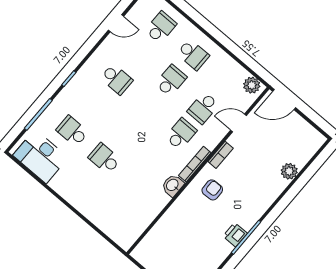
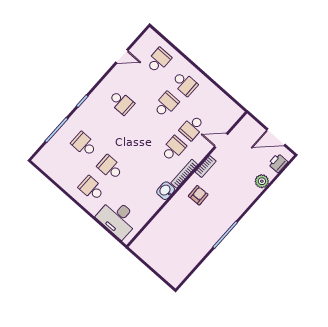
plant: (252, 85) -> (232, 110), removed
door: (284, 100) -> (276, 137), moved
desk: (40, 156) -> (118, 218), moved
school desk: (82, 185) -> (91, 189), added
printer: (235, 235) -> (278, 163), moved

